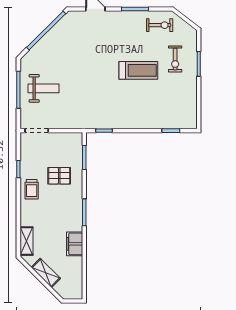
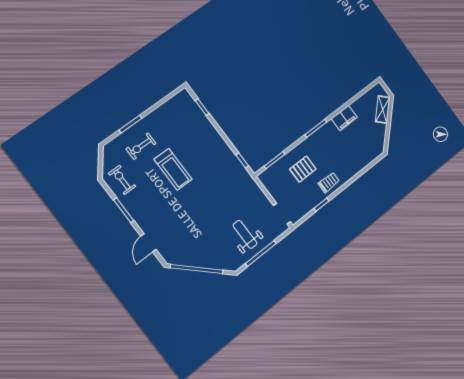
exercise bike: (175, 59) -> (141, 146), turned 180
treadmill: (138, 70) -> (173, 169), turned 180
pallet: (59, 176) -> (303, 169), turned 90
shelving: (27, 241) -> (369, 156), removed
shelving: (46, 273) -> (383, 109), moved

